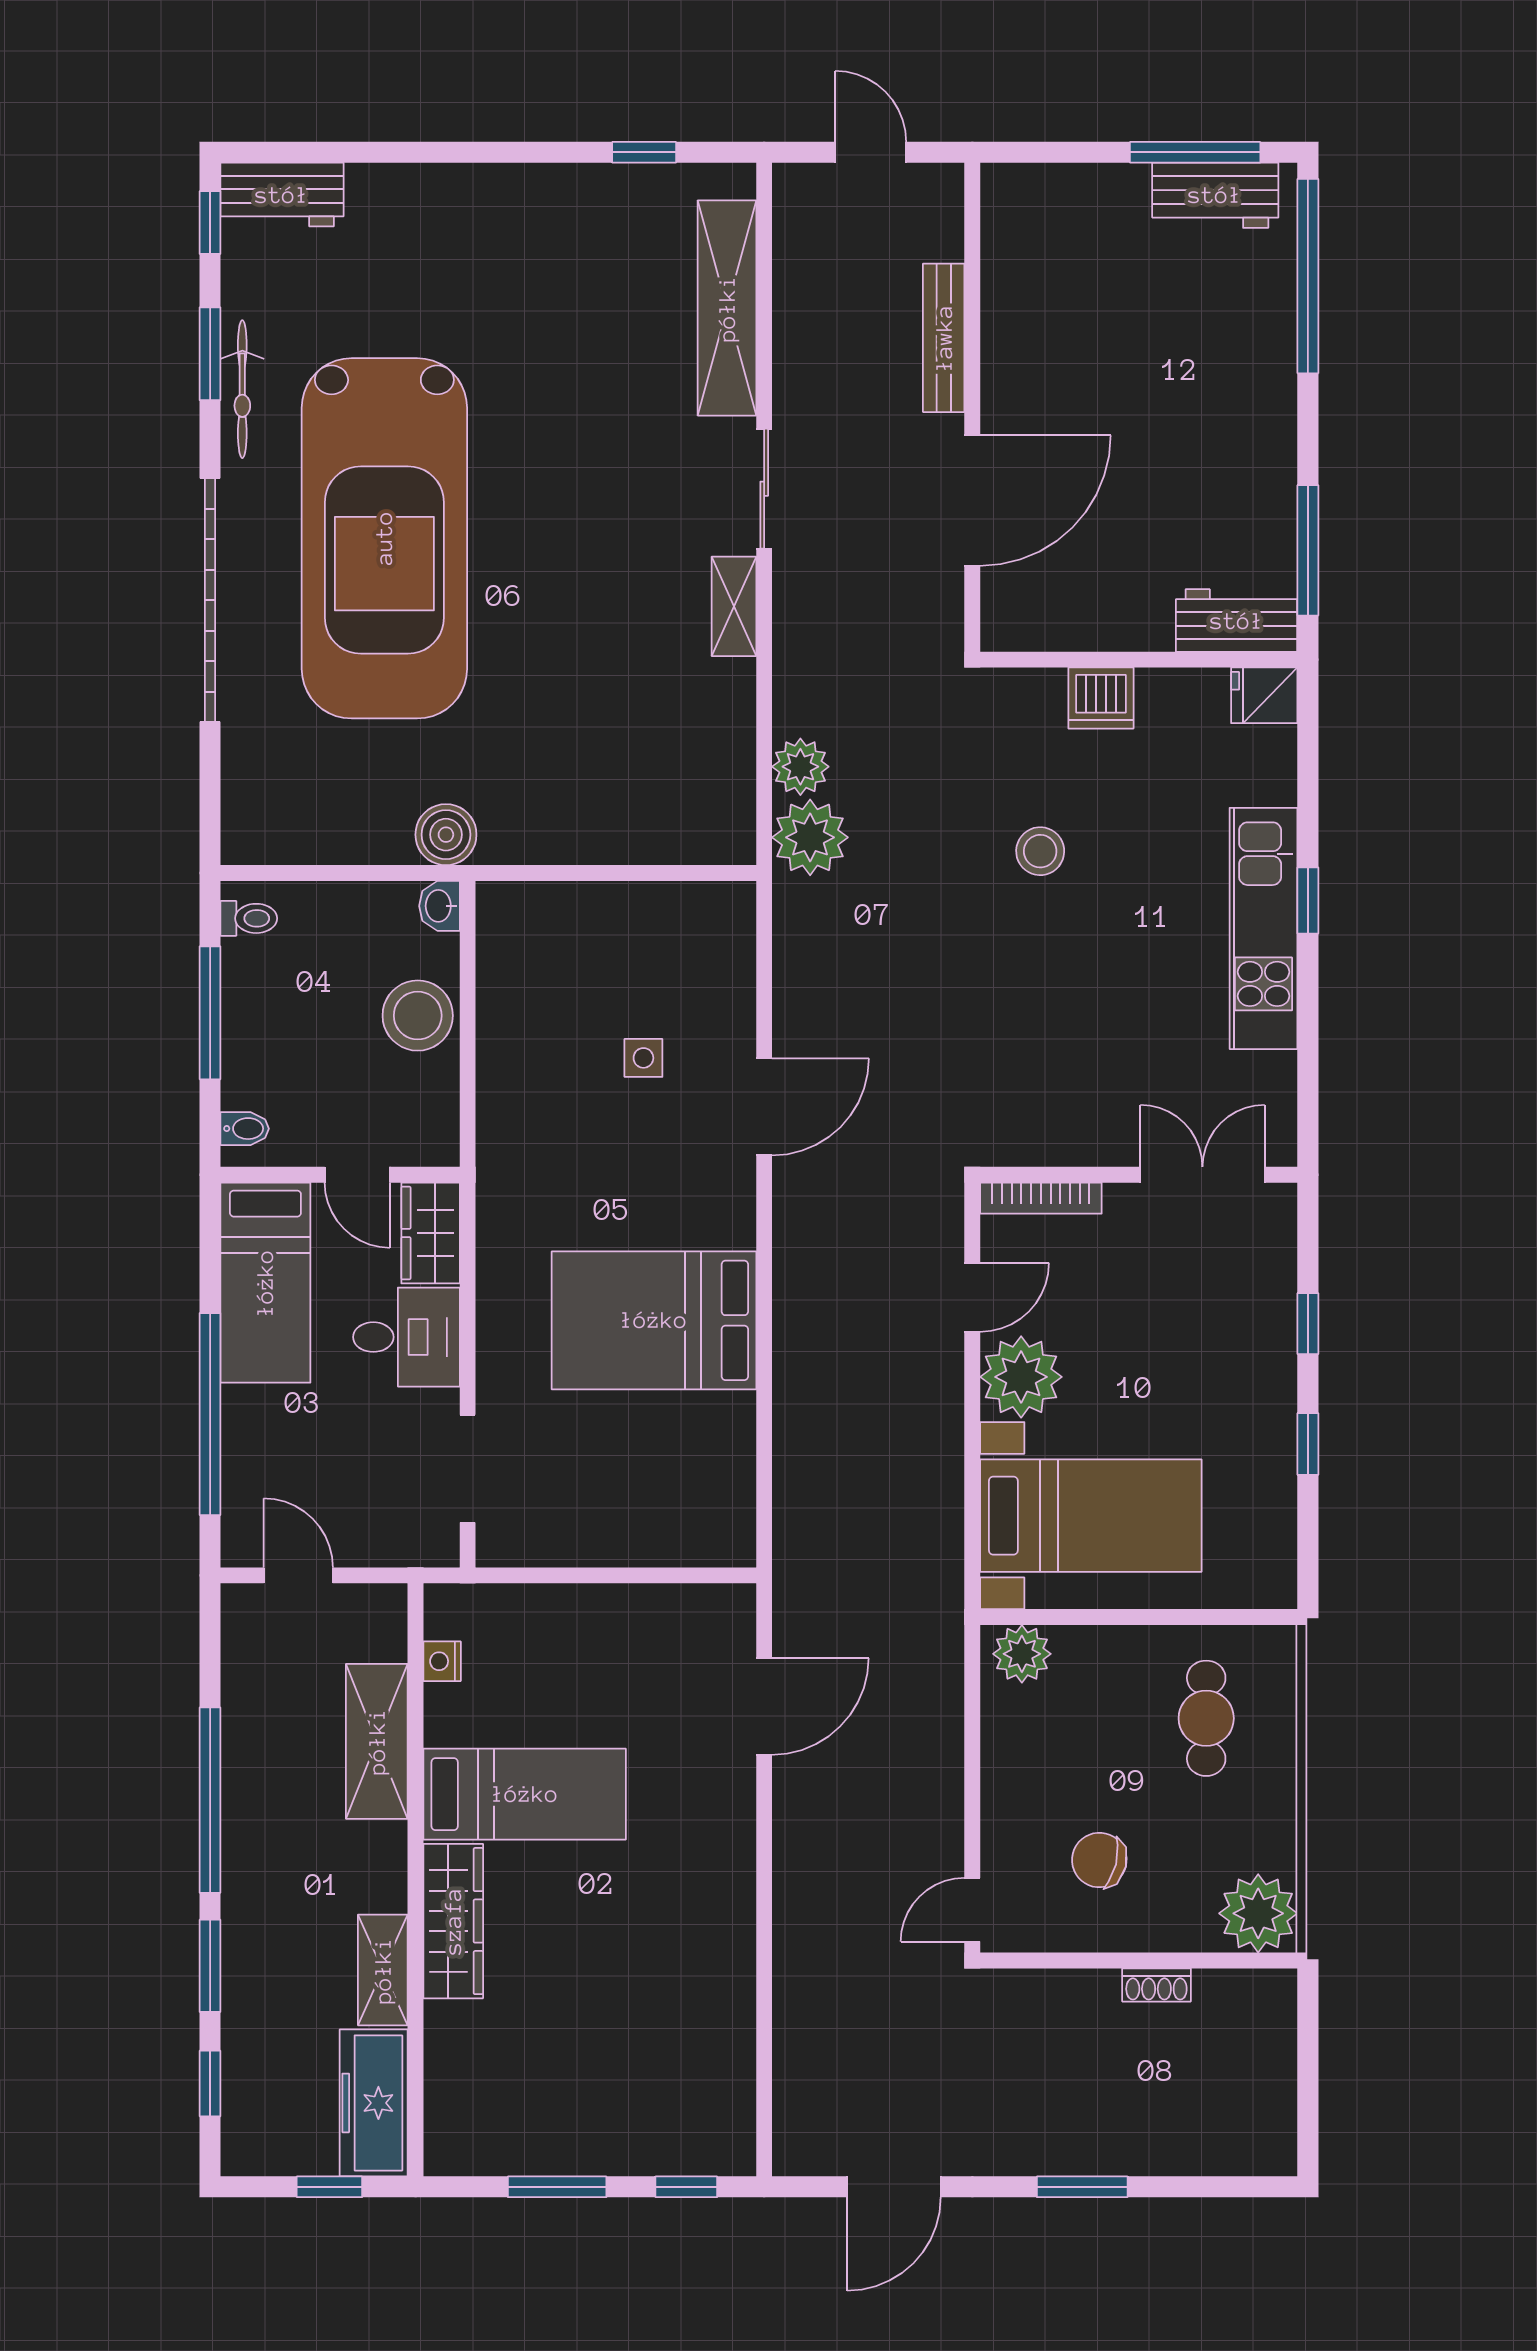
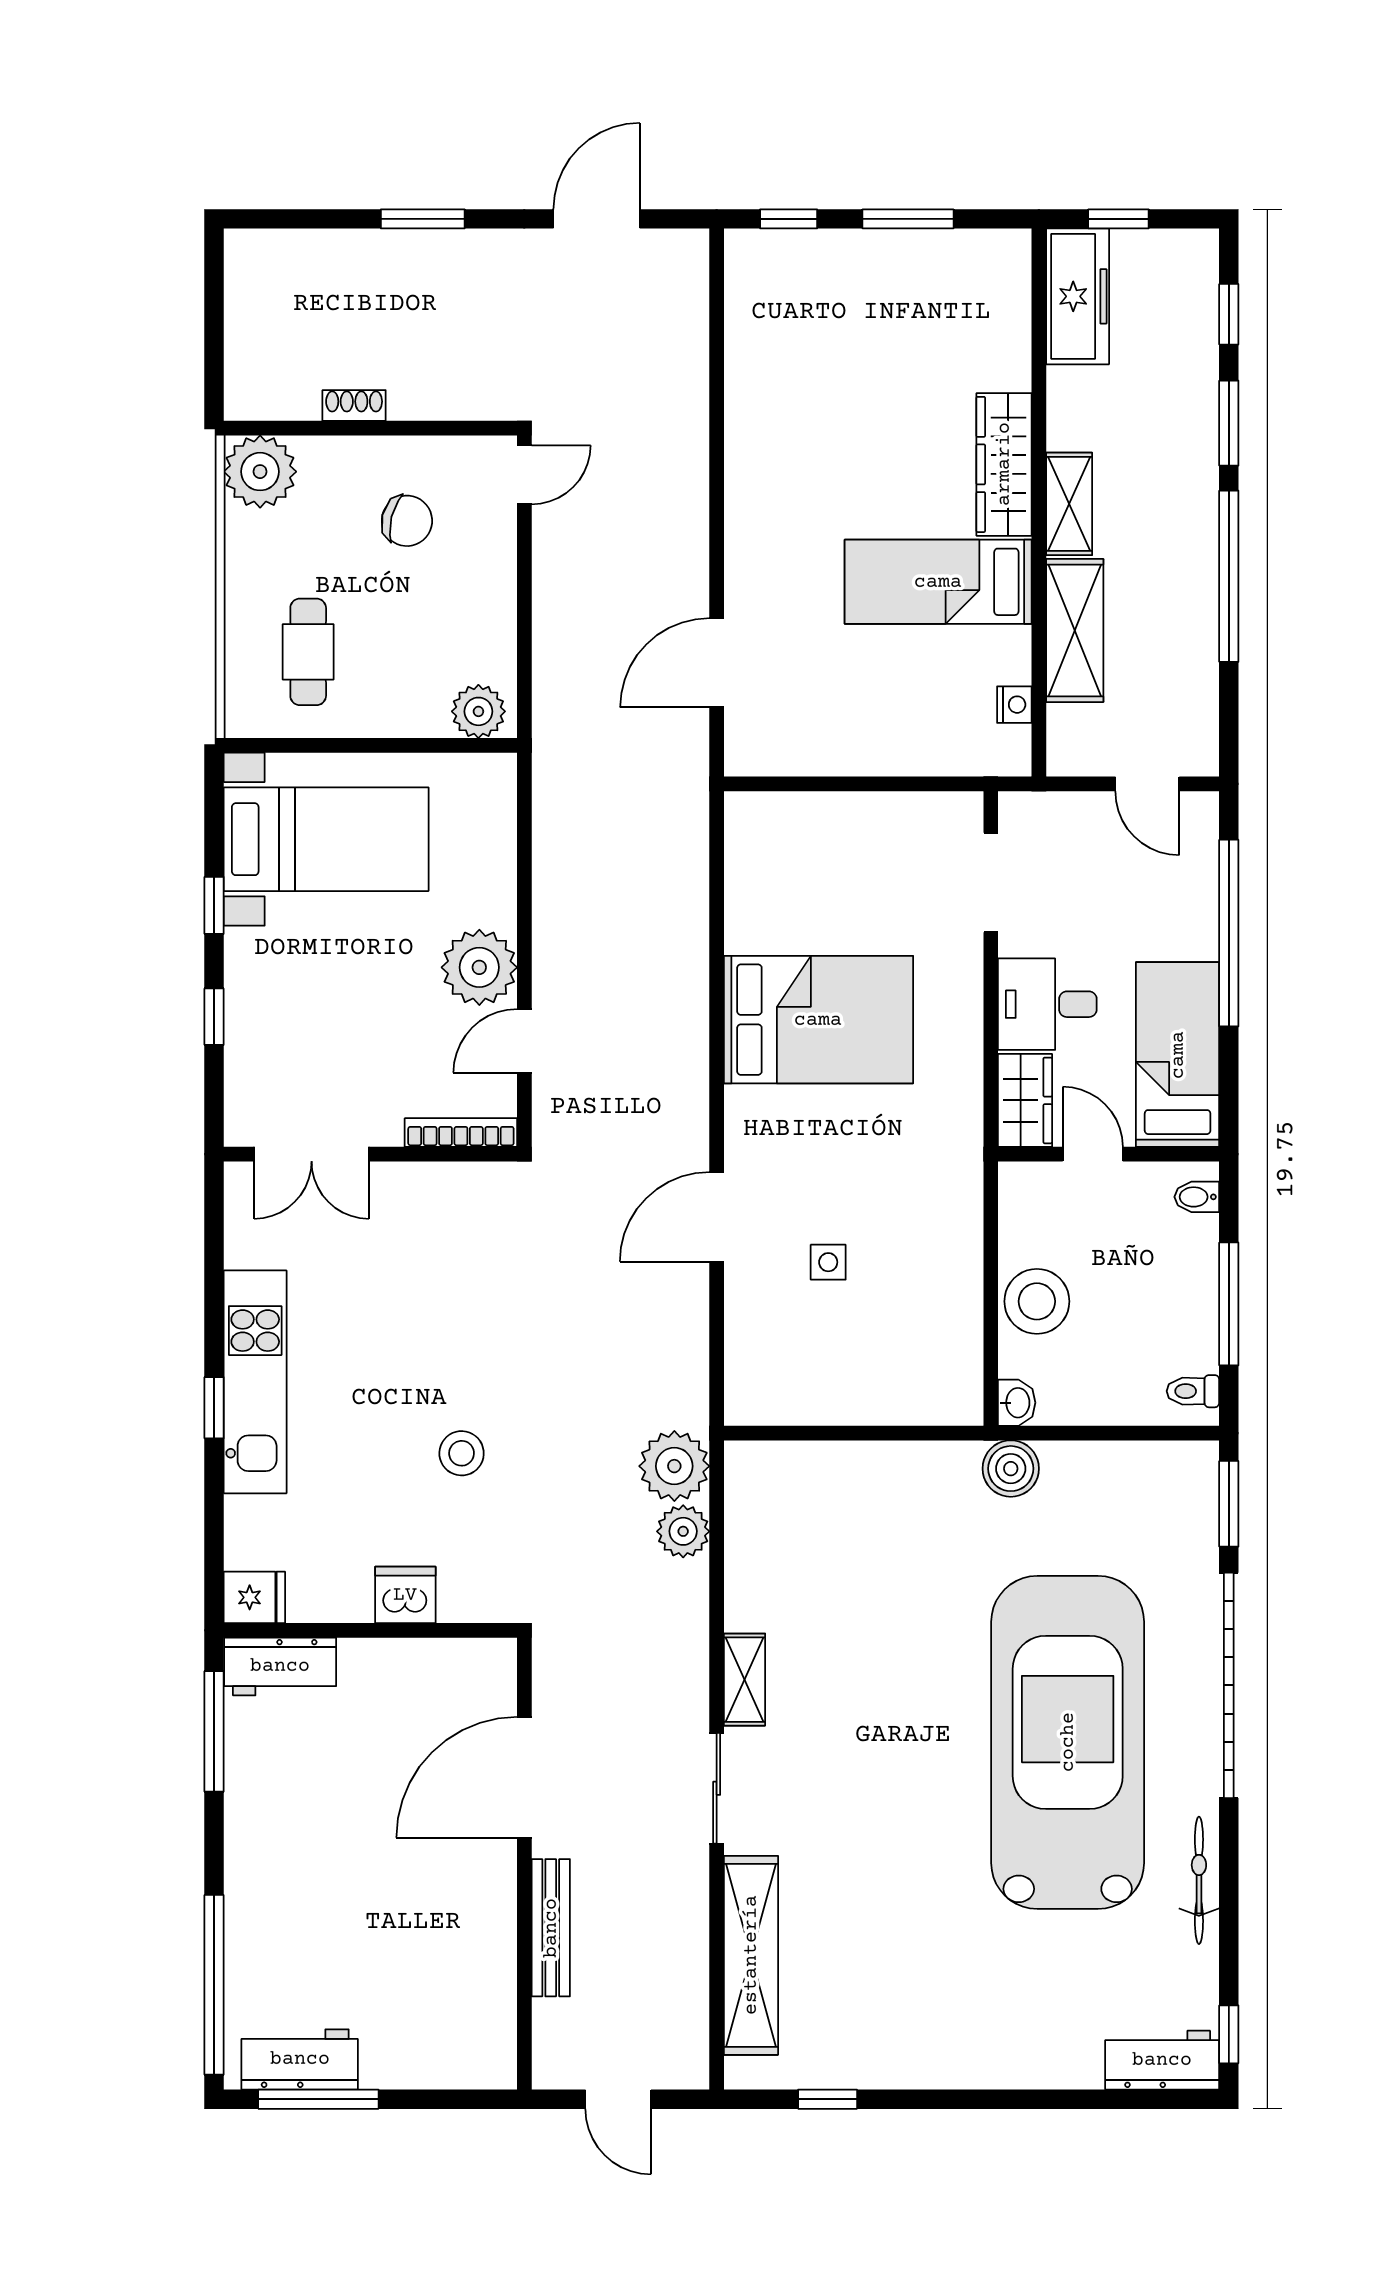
window: (210, 354) -> (1229, 1504), moved
bed with nightstands: (1091, 1516) -> (326, 839), moved, turned 180
shelving: (383, 1970) -> (1069, 504), moved

